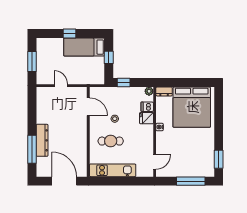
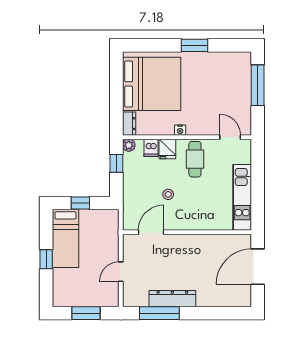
window: (124, 83) -> (116, 163), moved
dresser: (42, 140) -> (172, 299), moved
cafe table: (111, 141) -> (195, 159), moved
window: (32, 149) -> (159, 313), moved
window: (219, 159) -> (195, 45), moved

